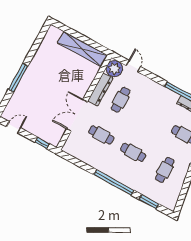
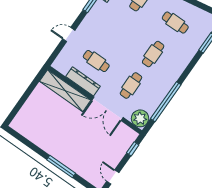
shelving: (82, 49) -> (65, 91), moved, turned 90
door: (133, 66) -> (69, 35), moved
plant: (114, 69) -> (140, 118), moved
window: (114, 182) -> (166, 102), moved

